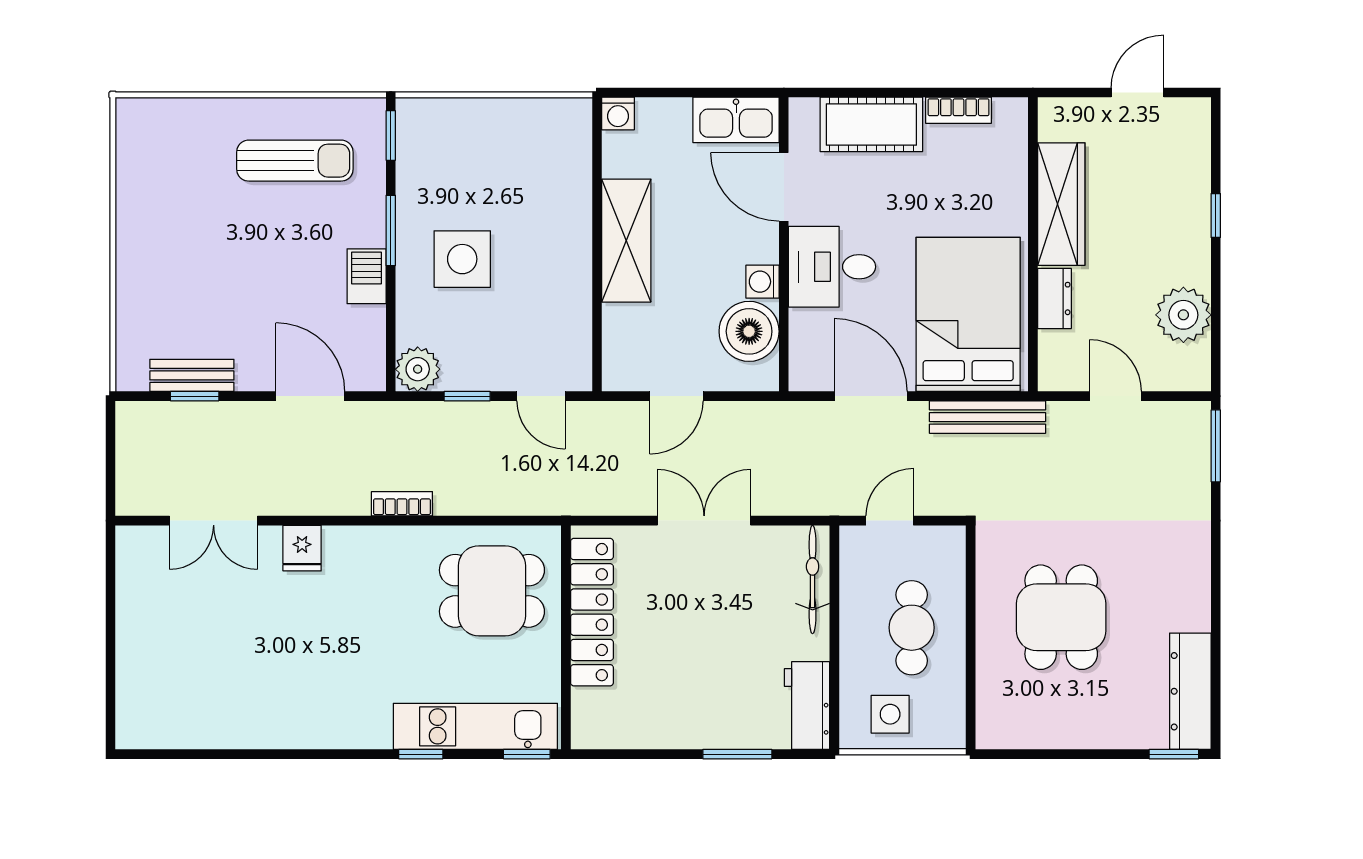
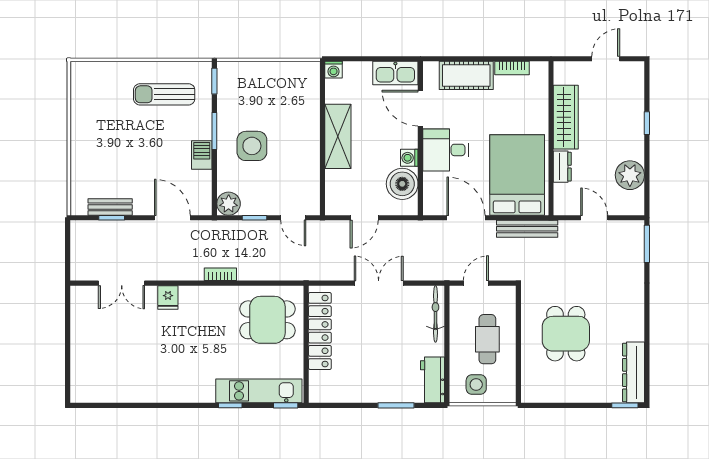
sun lounger: (295, 161) -> (164, 94), turned 180

